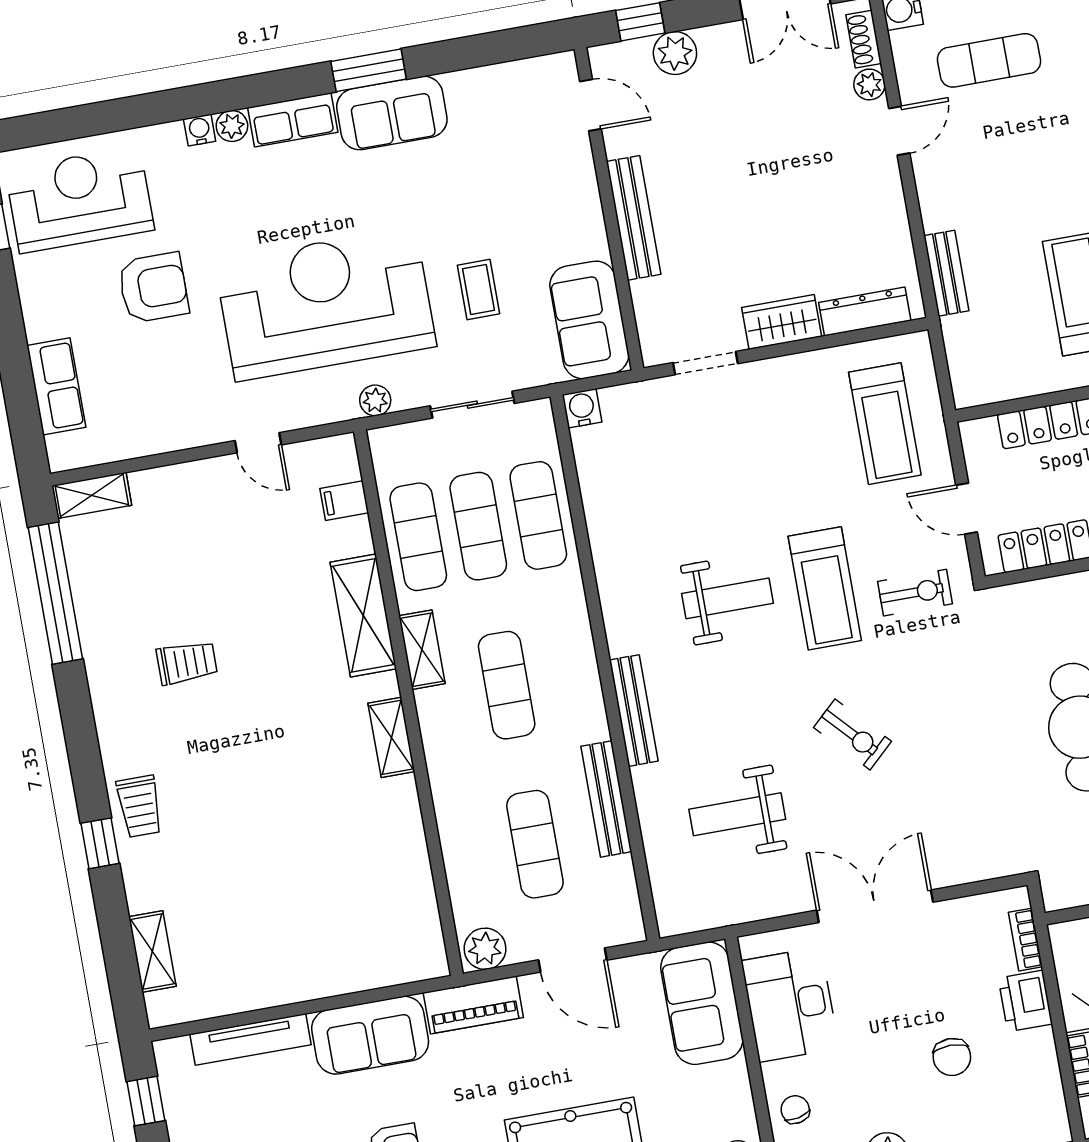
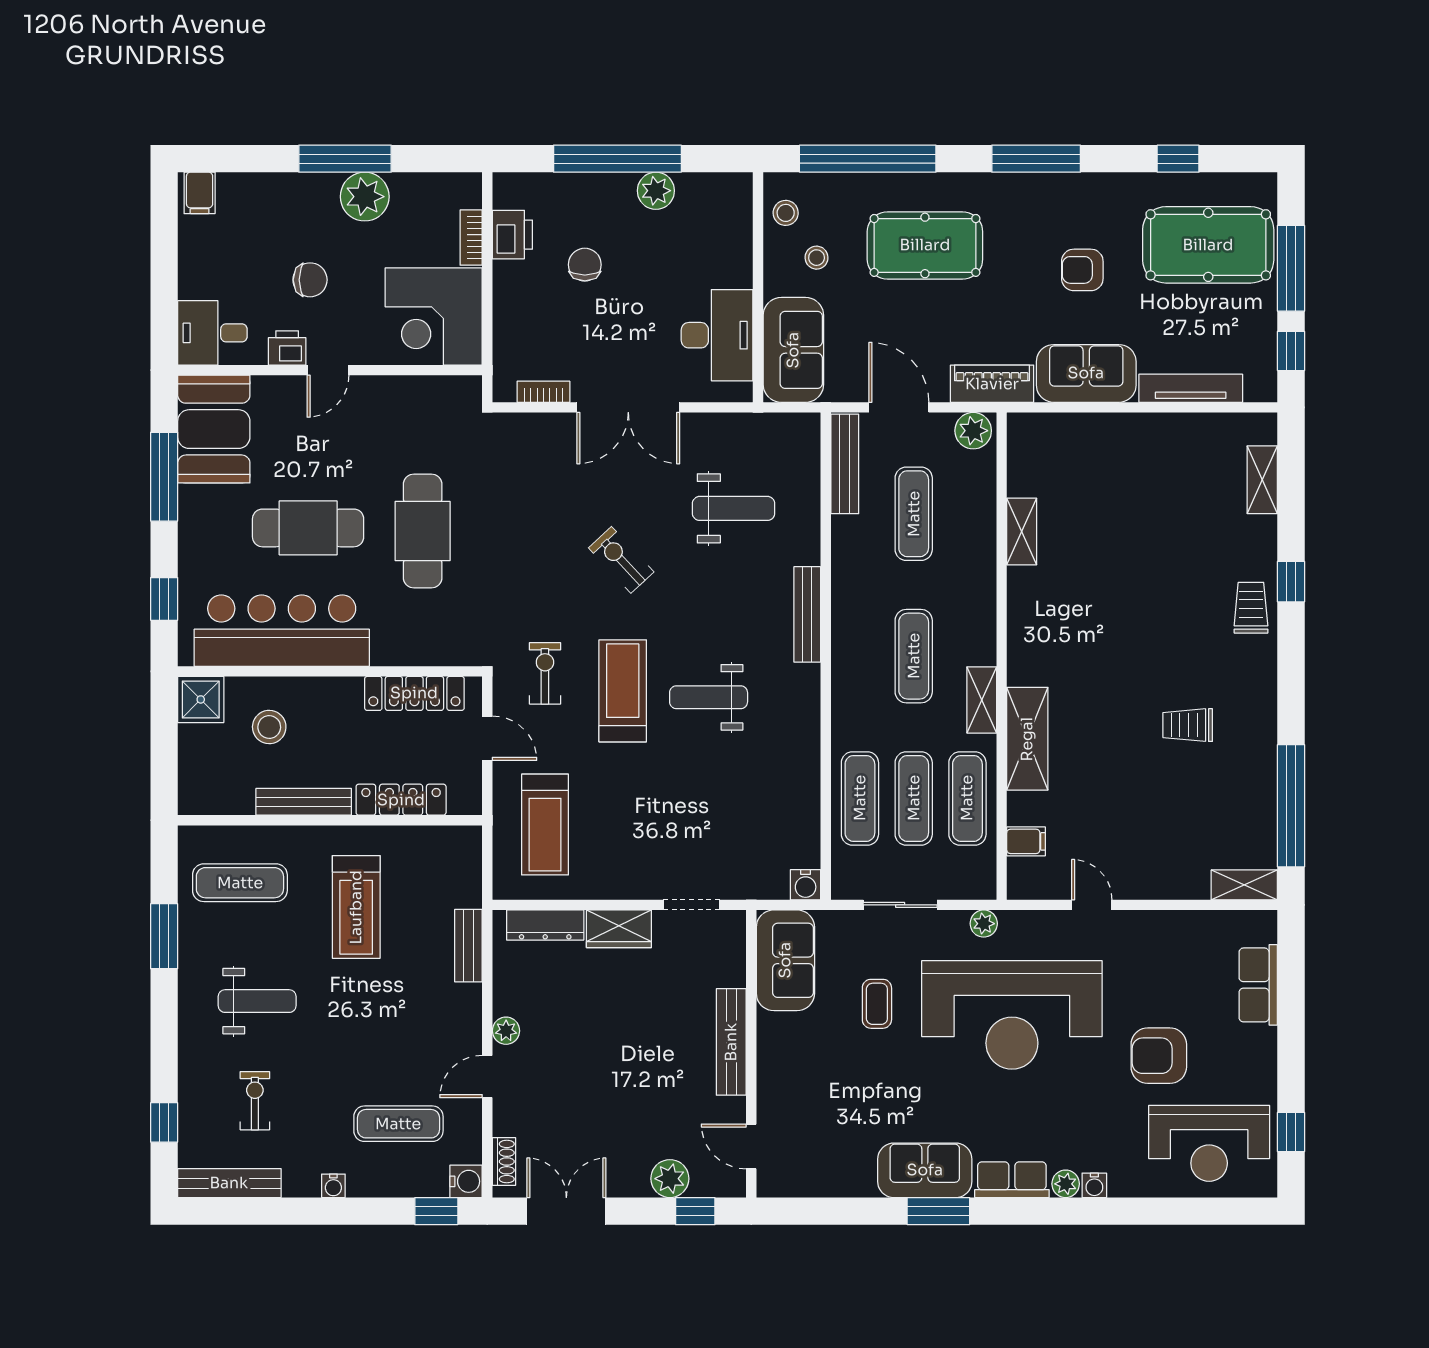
plant: (869, 84) -> (506, 1031), moved
treadmill: (885, 424) -> (545, 825), turned 180
exercise bike: (915, 593) -> (545, 673), turned 90
shelving: (391, 737) -> (1022, 532), moved
bench: (606, 799) -> (845, 464), moved
bookcase: (1025, 940) -> (543, 392), moved, turned -90
printer: (1025, 1001) -> (512, 235), moved
chair: (795, 1110) -> (729, 243), removed
stool: (694, 1111) -> (817, 258), added

